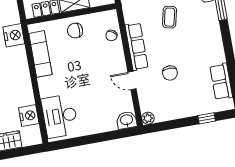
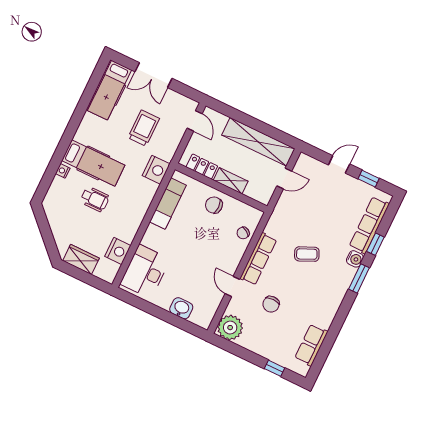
coffee table: (170, 17) -> (307, 254), turned 53
plant: (148, 118) -> (230, 328), width x1.87, depth x1.87
washbasin: (127, 120) -> (181, 308), moved

